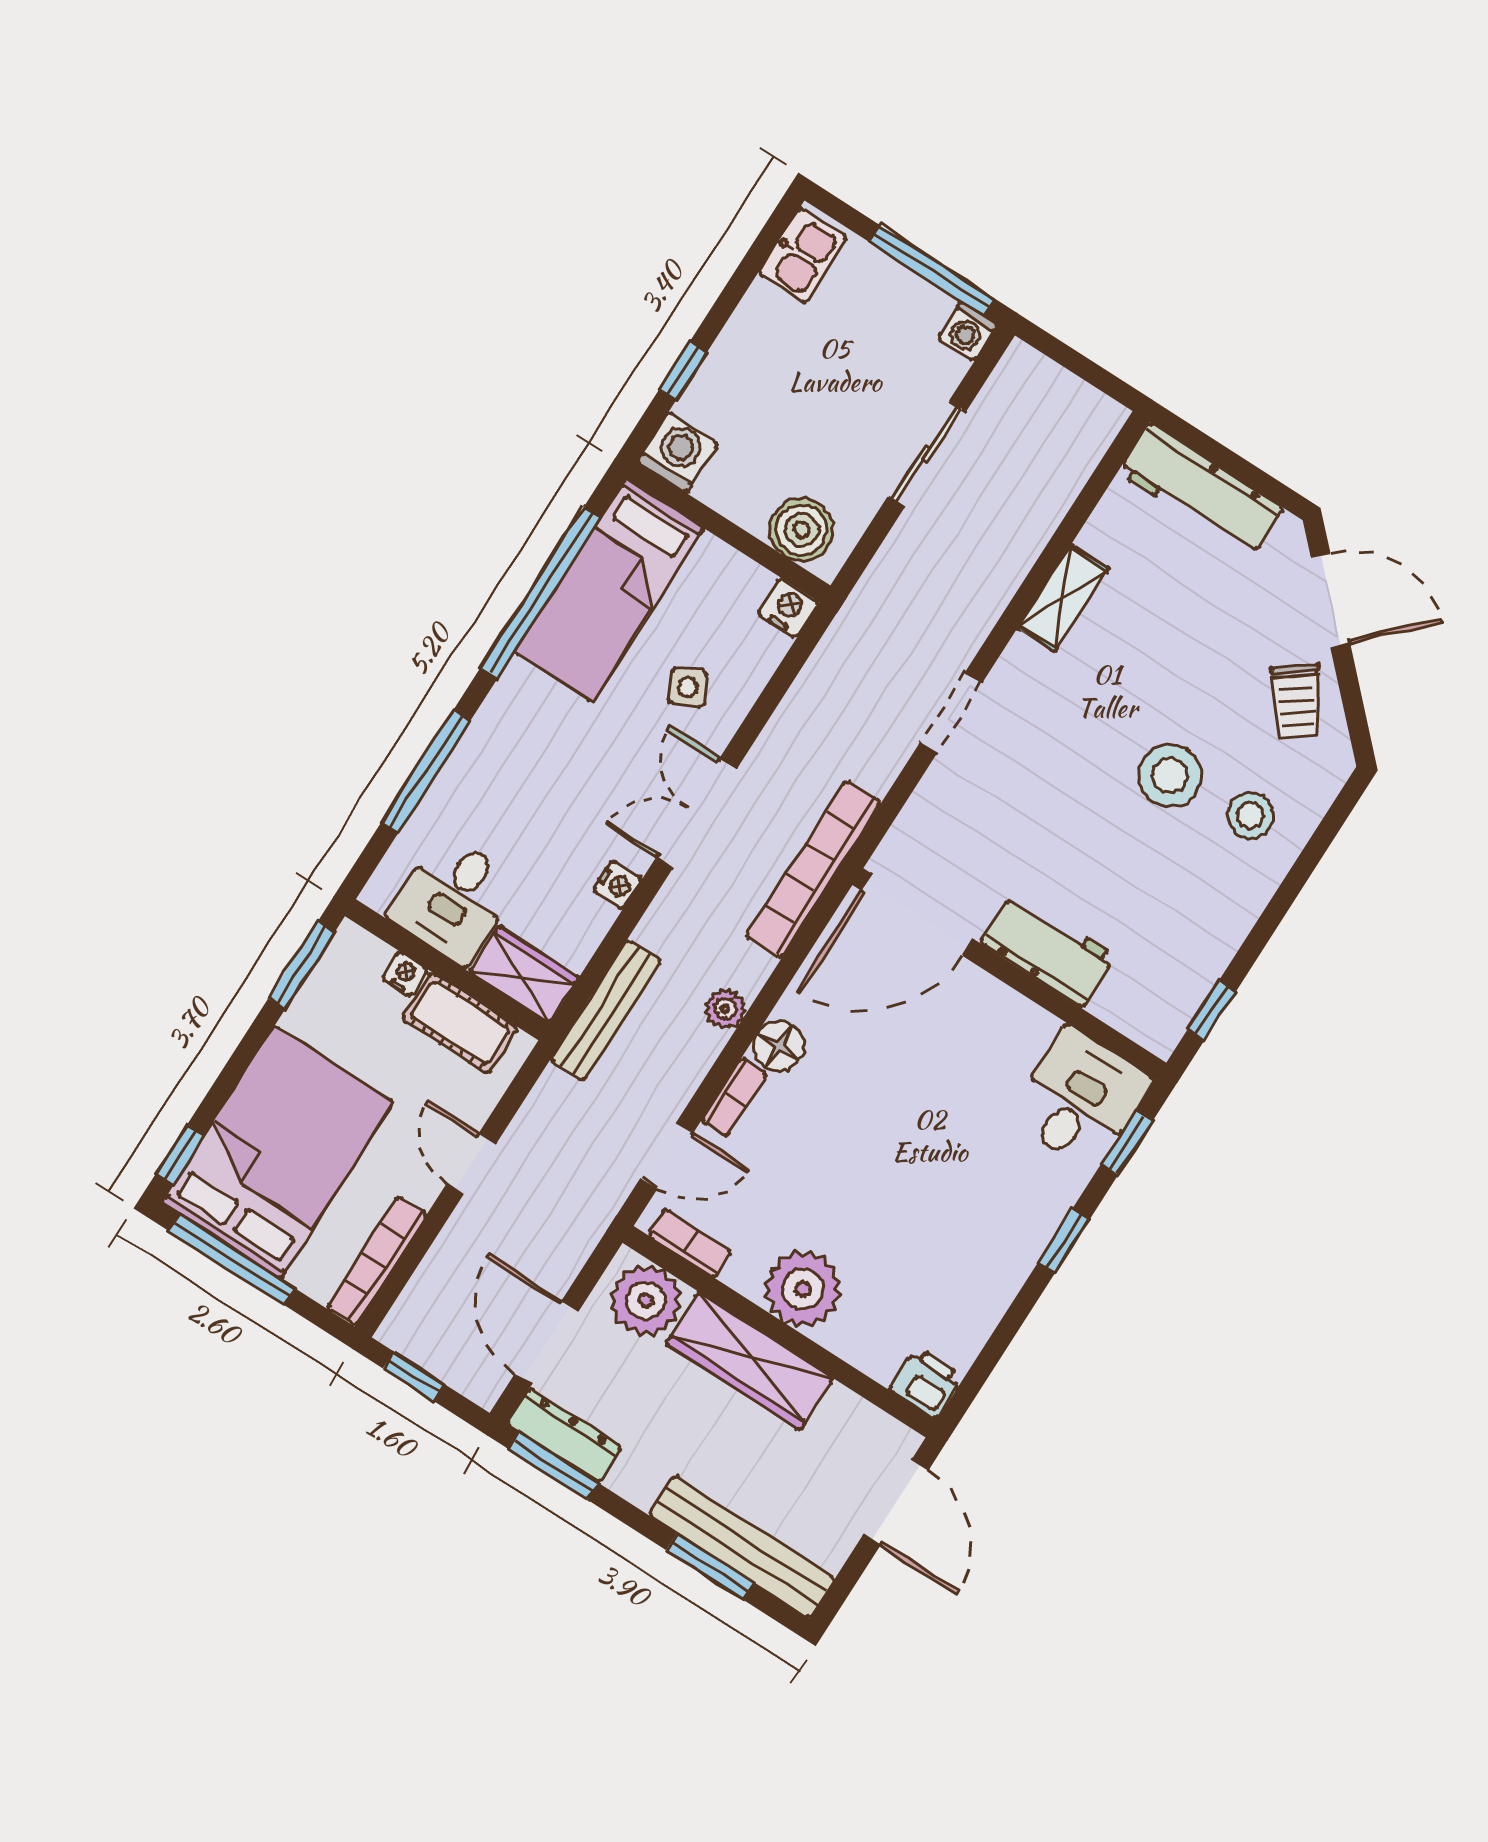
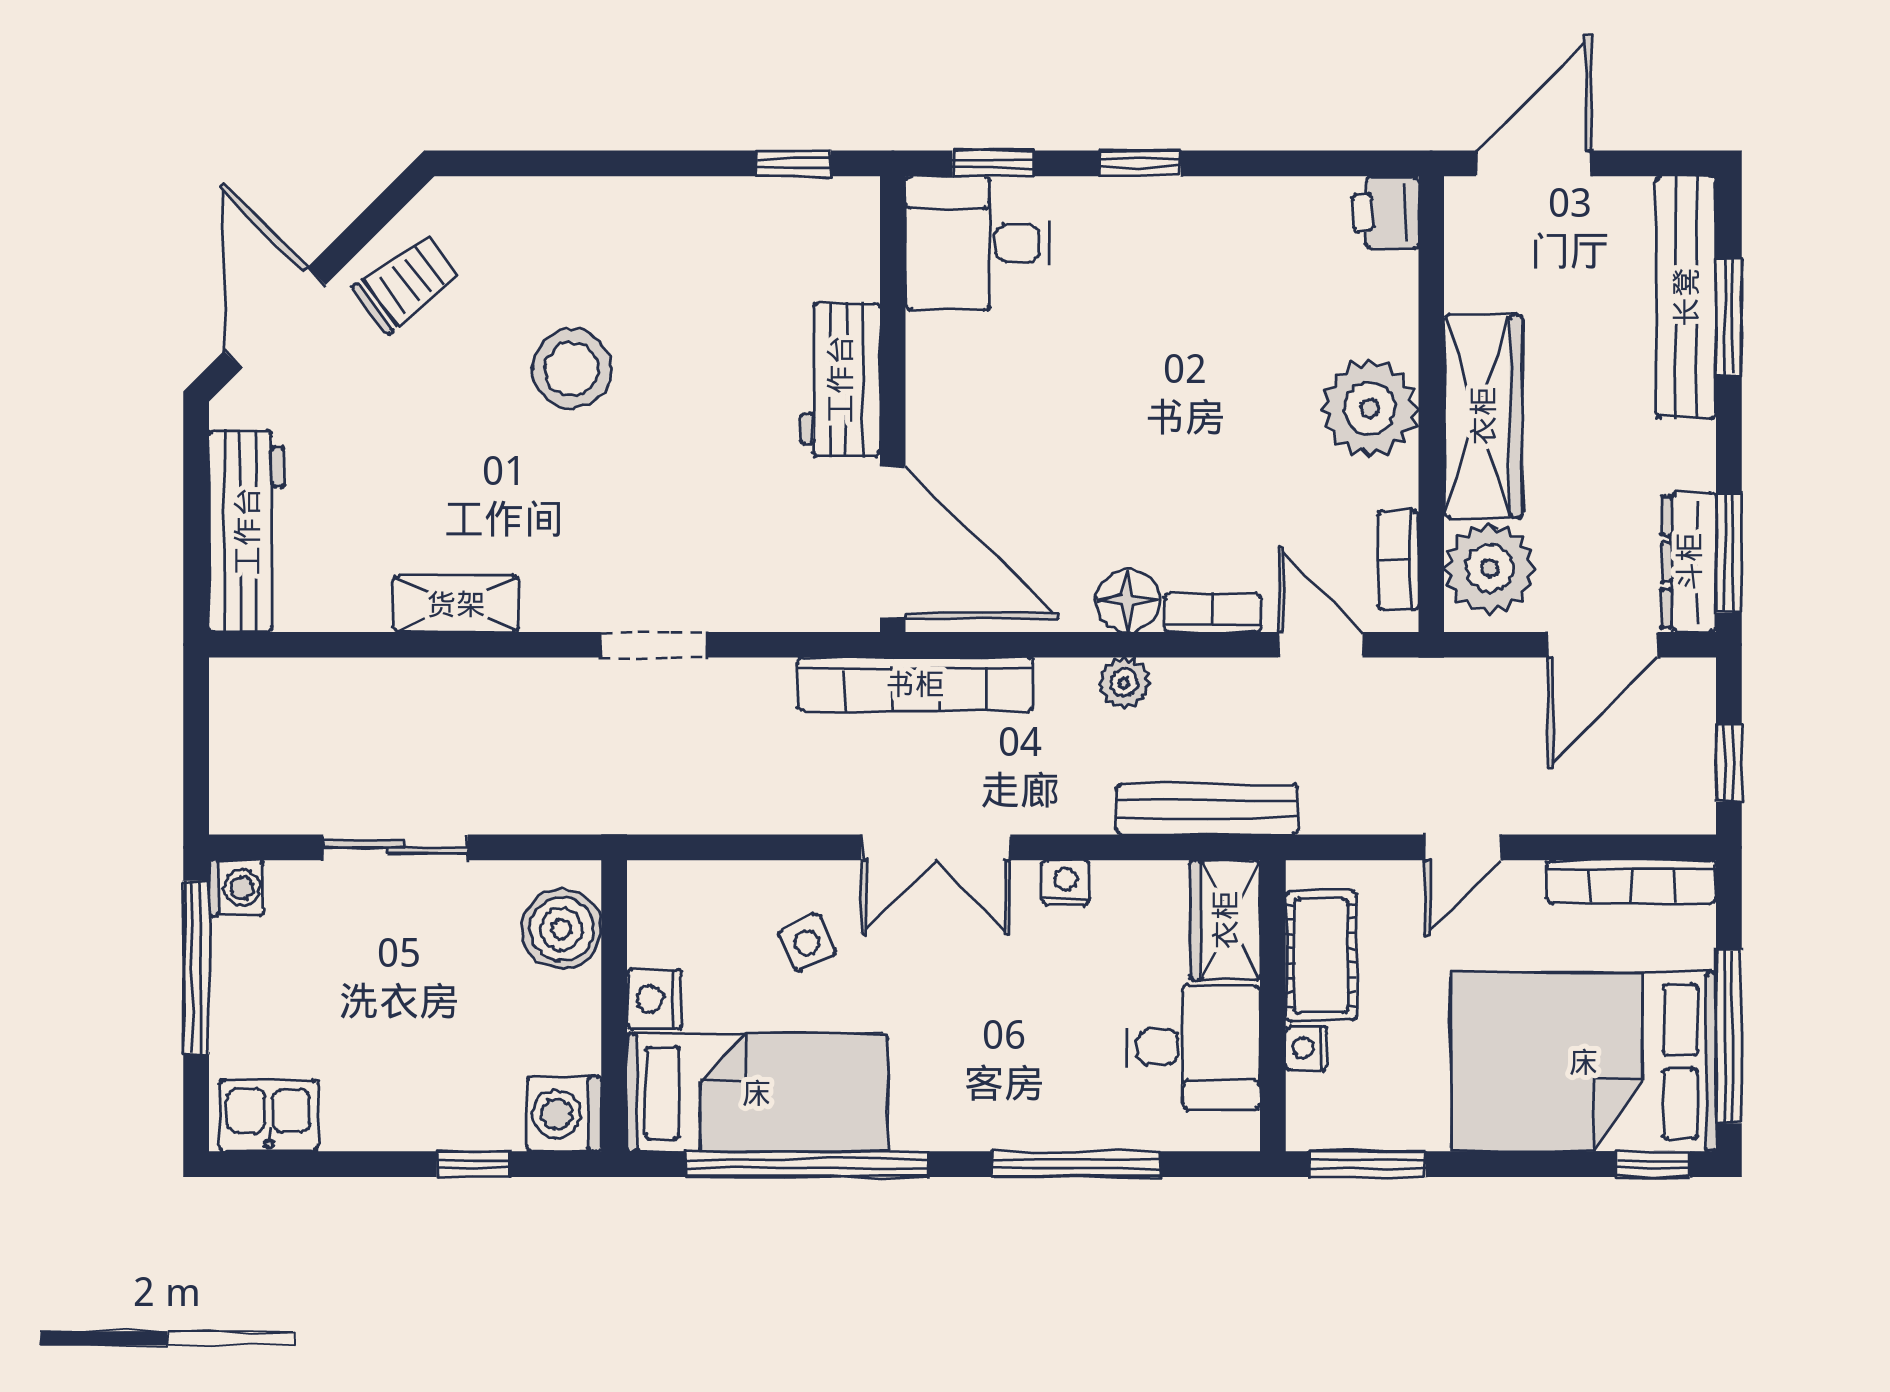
nightstand: (788, 608) -> (654, 999), moved
stool: (1250, 816) -> (560, 256), removed

